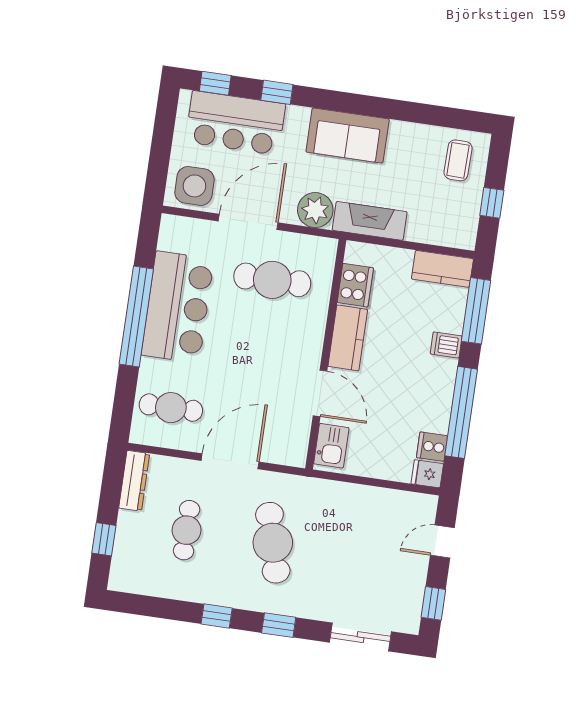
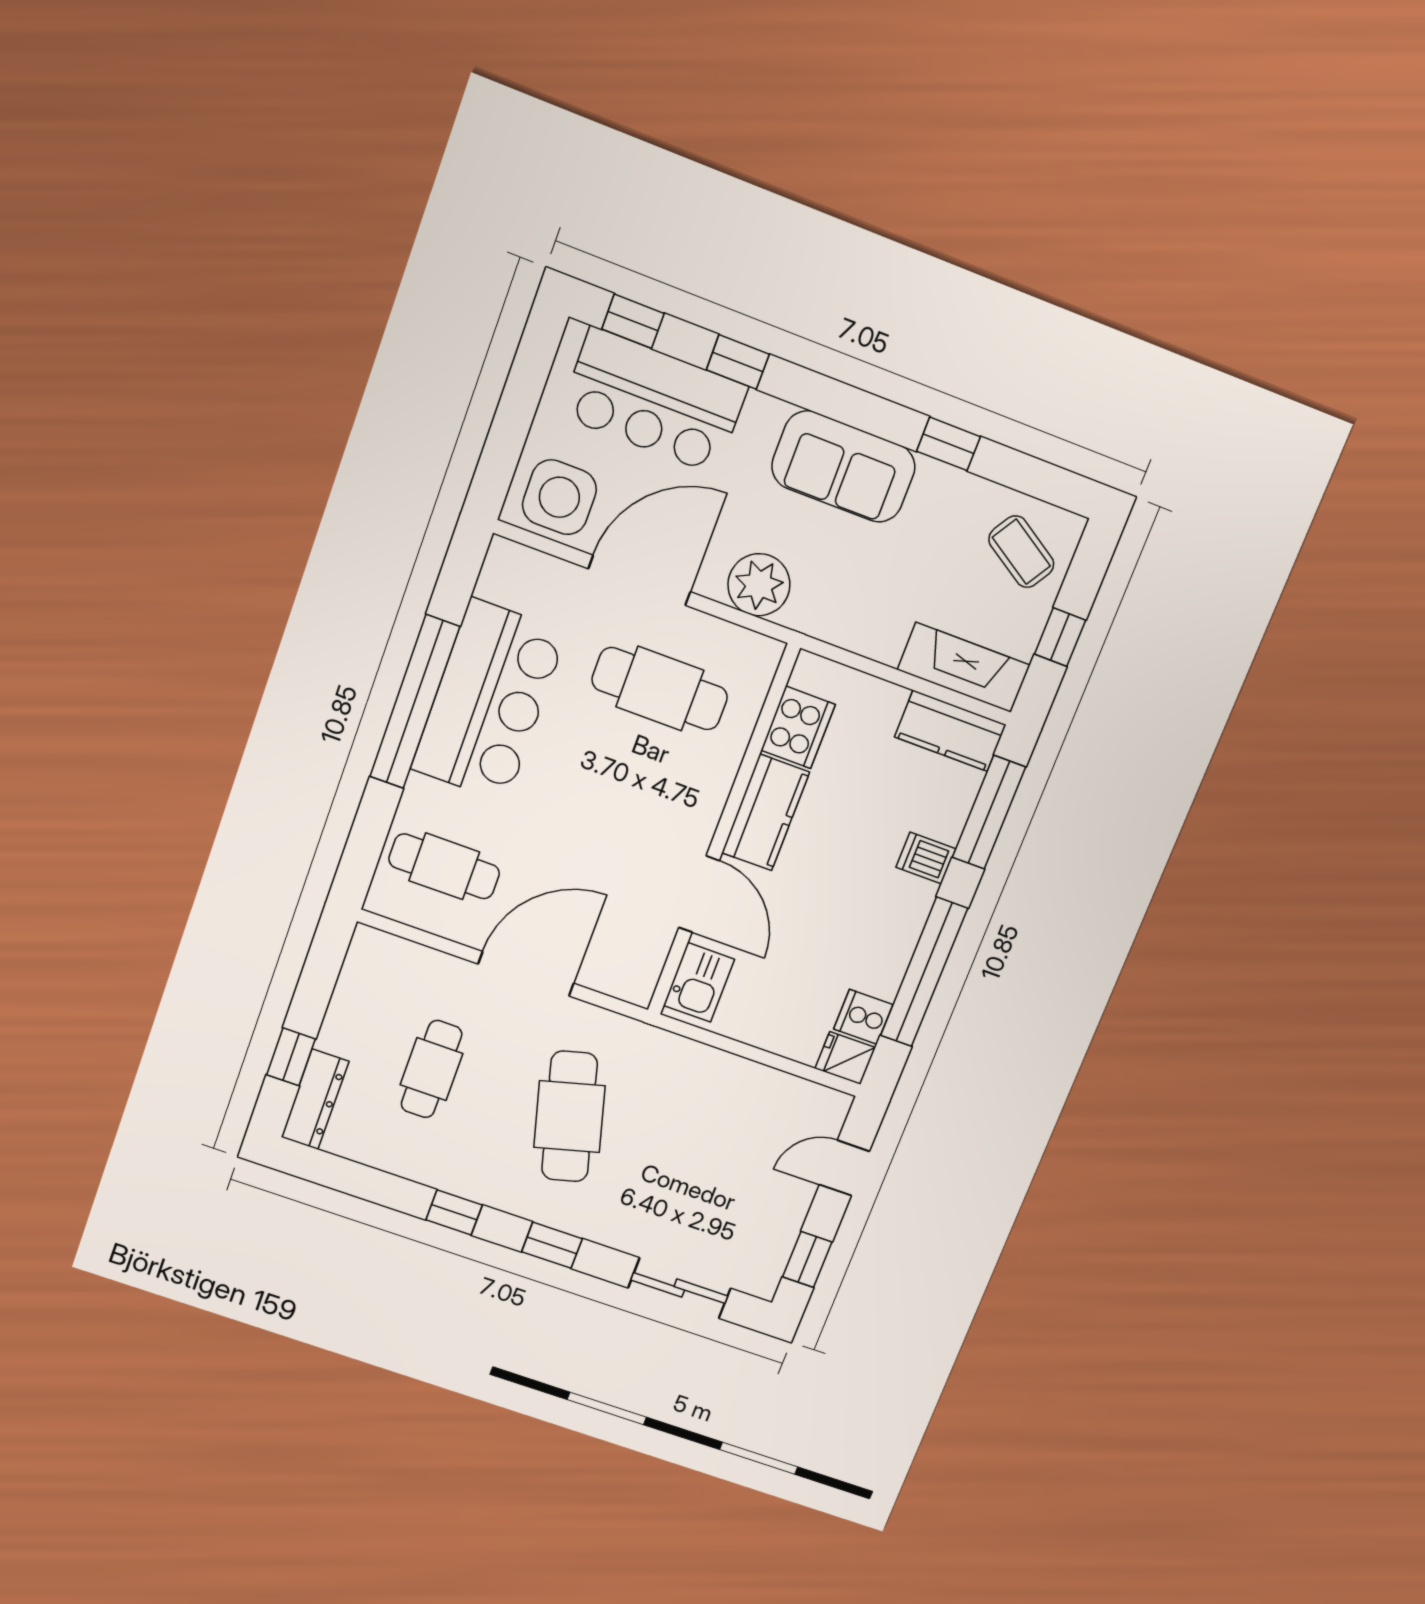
window: (403, 111) -> (949, 444), added
coffee table: (458, 160) -> (1021, 552), turned -59
fireplace: (370, 221) -> (964, 667), moved
dresser: (134, 481) -> (315, 1099), moved

